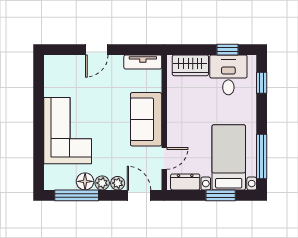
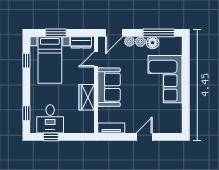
wardrobe: (190, 65) -> (87, 97), moved, turned -90
window: (262, 156) -> (26, 61), width x0.46
door: (139, 195) -> (114, 33), hinge flipped

